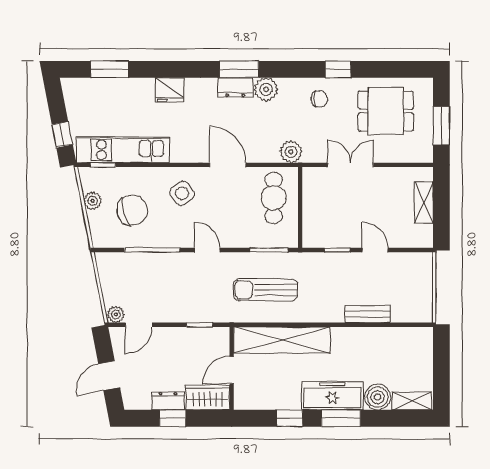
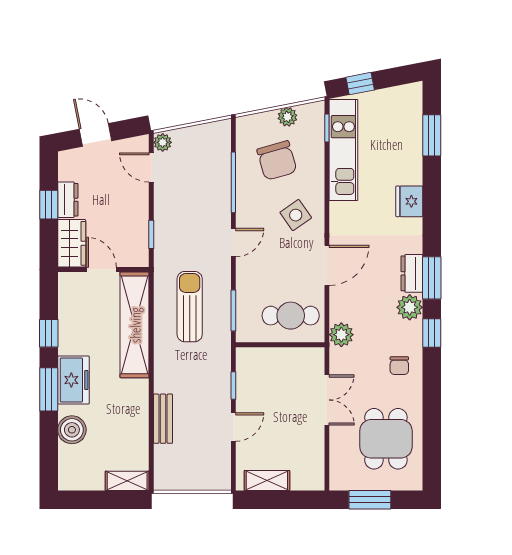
window: (338, 69) -> (432, 333), moved
shelving: (424, 202) -> (267, 481), moved
freezer: (332, 396) -> (73, 380), width x0.71
shelving: (412, 401) -> (127, 481), moved, turned 90

